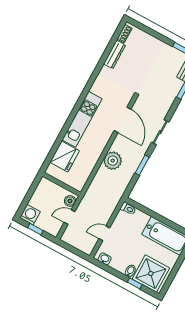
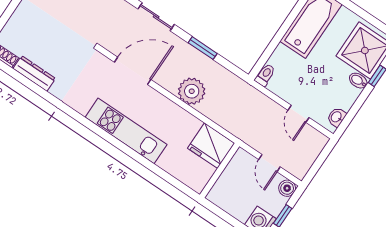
fridge: (65, 157) -> (211, 146), moved, turned 180
boiler: (70, 201) -> (287, 188), moved

